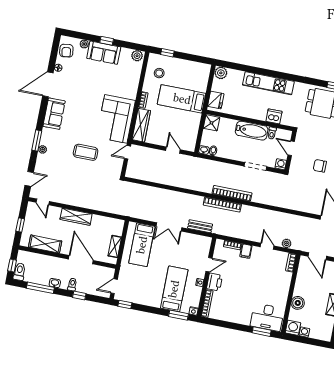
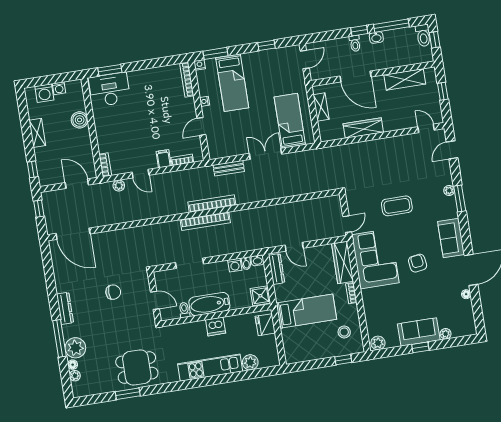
armchair: (66, 51) -> (418, 263), moved
plant: (221, 73) -> (250, 362), moved
dishwasher: (274, 116) -> (216, 326), moved
dresser: (192, 138) -> (277, 269), added
washing machine: (281, 164) -> (235, 265), moved
wardrobe: (76, 217) -> (363, 128), moved
printer: (215, 282) -> (187, 108), removed
window: (79, 295) -> (359, 31), moved
window: (125, 304) -> (267, 45), moved
washing machine: (293, 328) -> (44, 93), moved

